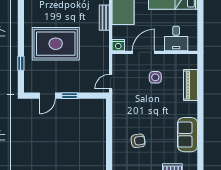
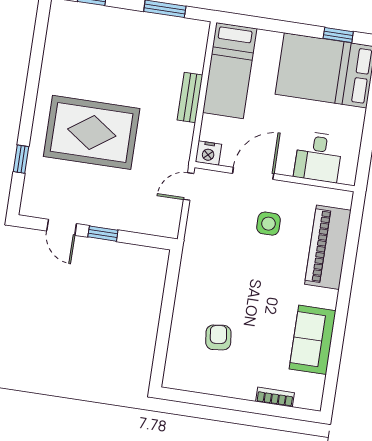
door: (111, 82) -> (189, 186), moved
piano: (190, 85) -> (328, 247), width x1.37, depth x1.33
door: (47, 96) -> (62, 227), hinge flipped
armchair: (138, 141) -> (218, 337), turned -89

